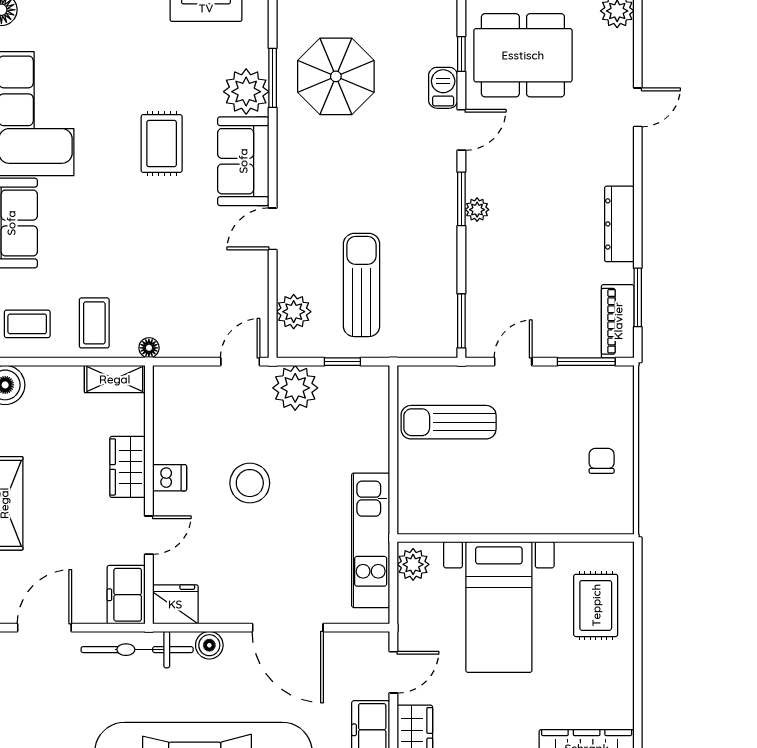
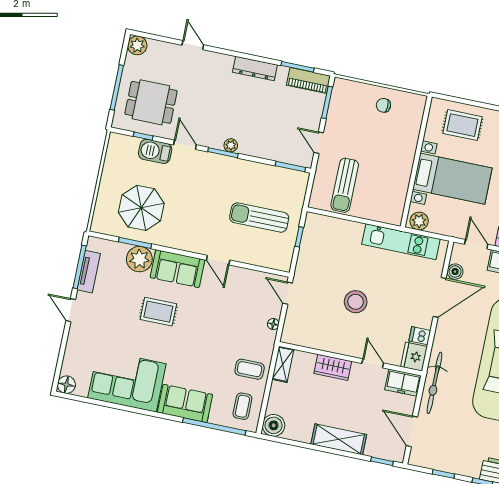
dining table: (523, 55) -> (151, 102), width x0.73
barbecue: (443, 88) -> (155, 151), width x1.38, depth x1.27
plant: (294, 312) -> (266, 258), removed
floor lamp: (149, 348) -> (273, 324), moved
plant: (295, 388) -> (308, 266), removed
dishwasher: (170, 478) -> (420, 336), moved, turned -90
boiler: (209, 645) -> (455, 272), moved

